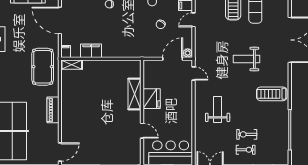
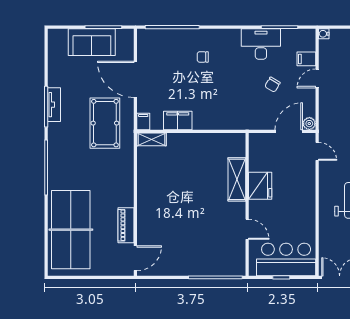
pool table: (43, 67) -> (105, 123), moved
piano: (53, 110) -> (126, 225), moved

